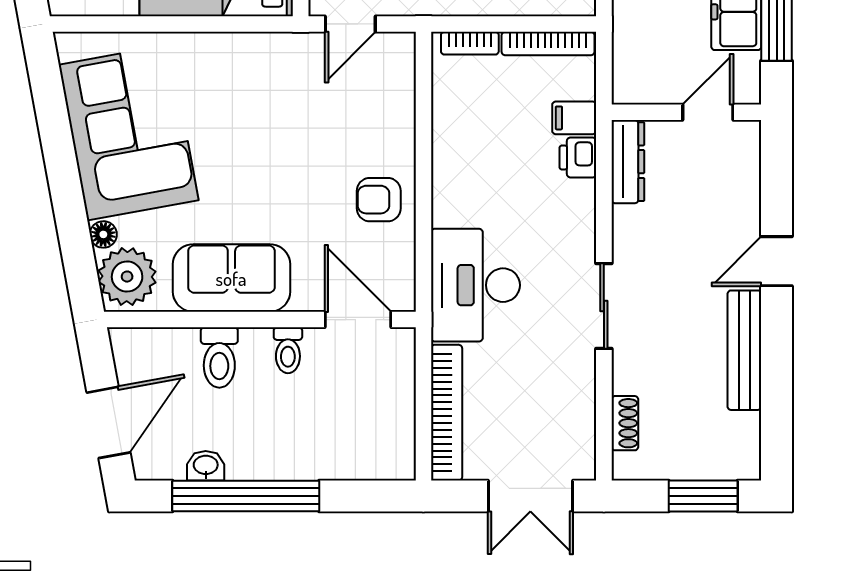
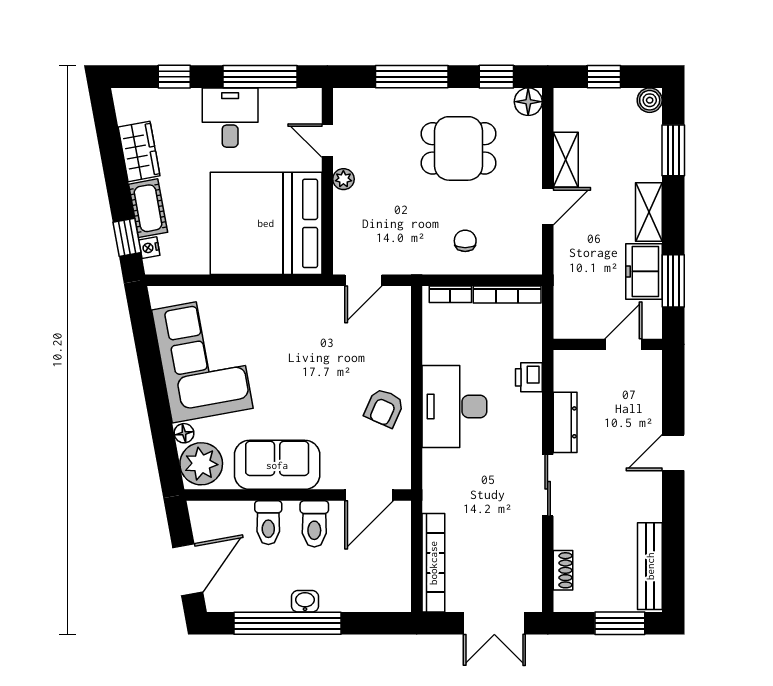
filing cabinet: (574, 118) -> (526, 349), removed
dresser: (628, 162) -> (565, 422), moved
armchair: (379, 200) -> (384, 408), turned -66
desk: (475, 285) -> (454, 406), moved
door: (358, 320) -> (369, 495), swing flipped
toilet: (288, 350) -> (314, 524), width x1.37, depth x1.39
bench: (744, 350) -> (650, 566), moved
washbasin: (206, 466) -> (305, 601), moved

